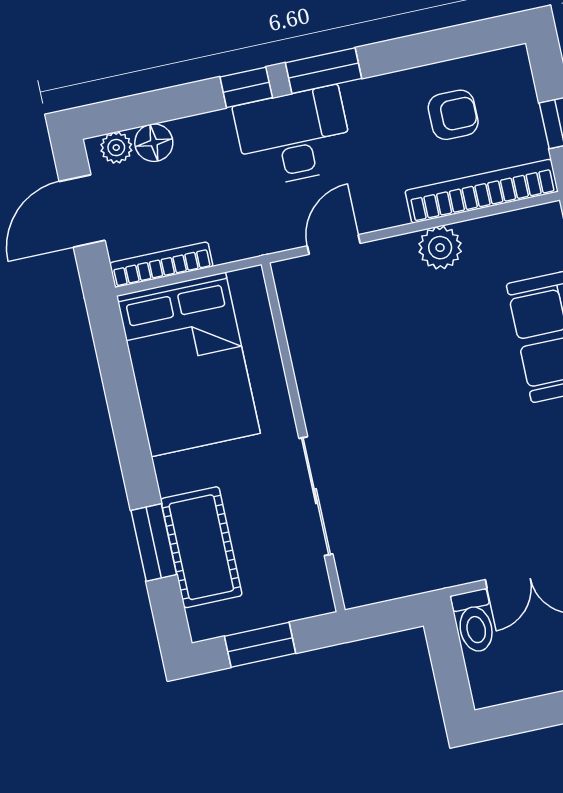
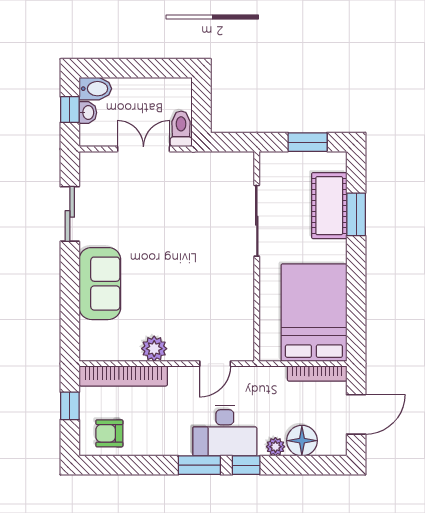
armchair: (453, 115) -> (109, 433), moved
floor lamp: (154, 143) -> (302, 441), width x1.38, depth x1.38
plant: (116, 148) -> (275, 447), moved

